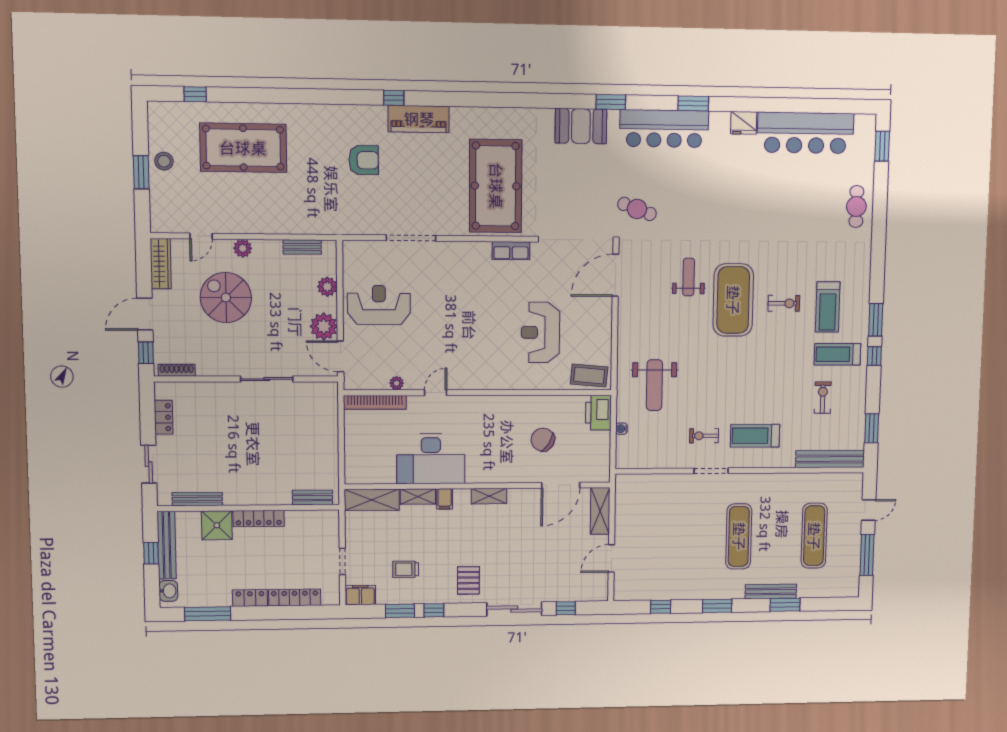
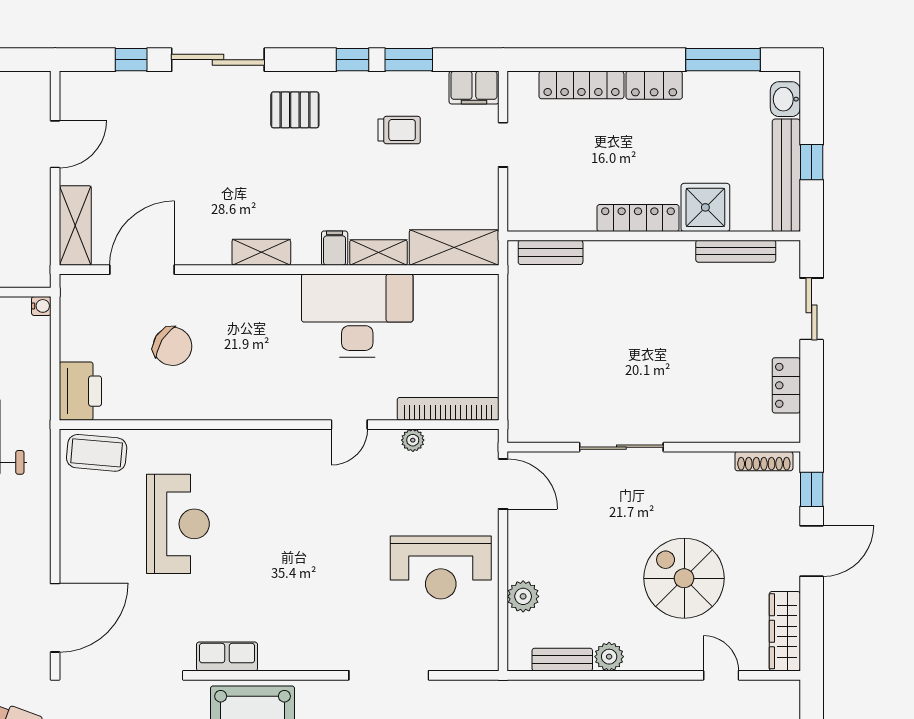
door: (201, 236) -> (721, 675), hinge flipped
plant: (243, 248) -> (609, 657), moved
spiral stairs: (226, 297) -> (684, 578), turned 180
plant: (324, 326) -> (529, 532), removed
water cooler: (621, 429) -> (41, 306), moved
pallet: (468, 580) -> (295, 110), turned 90

